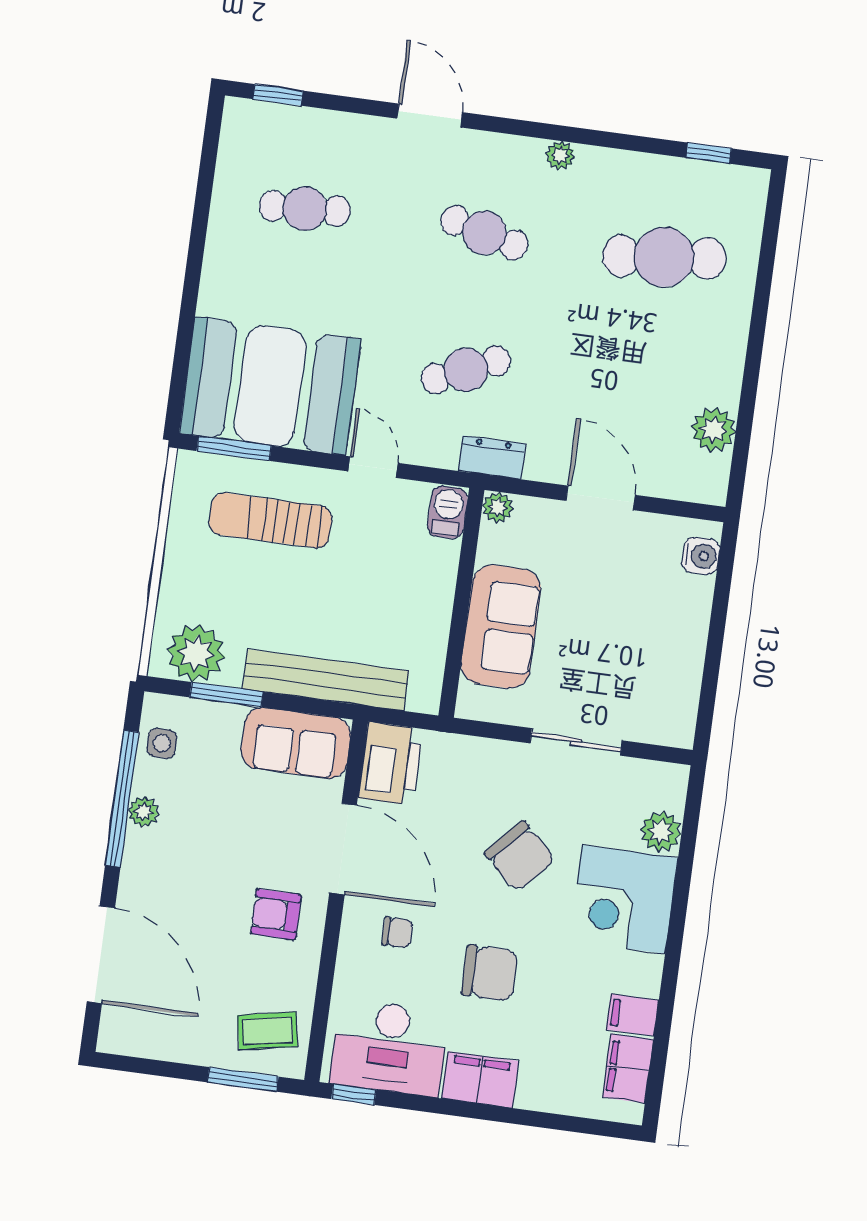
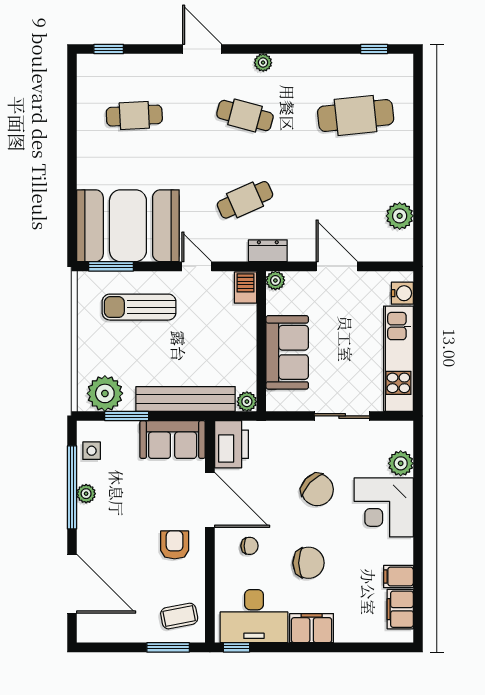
plant: (560, 155) -> (263, 63), moved
kitchen unit: (680, 661) -> (398, 359), added
plant: (425, 698) -> (247, 402), added
armchair: (276, 914) -> (175, 545), turned 90

